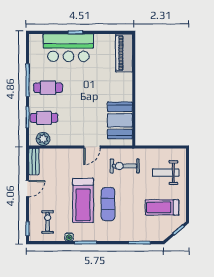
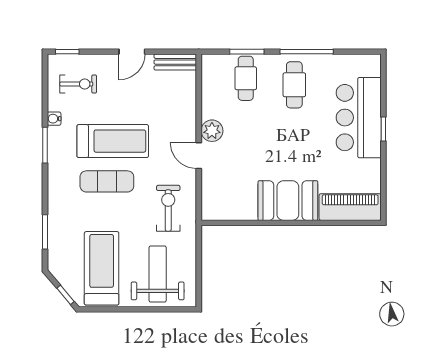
booth: (120, 120) -> (288, 201), moved
plant: (43, 139) -> (212, 131), moved
weight bench: (166, 173) -> (158, 274), width x1.36, depth x1.33
door: (27, 189) -> (132, 52), hinge flipped
treadmill: (83, 200) -> (113, 141), turned 180
treadmill: (162, 207) -> (102, 268), width x1.37, depth x1.38

